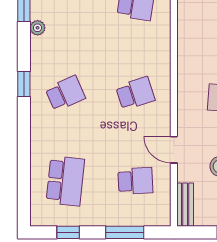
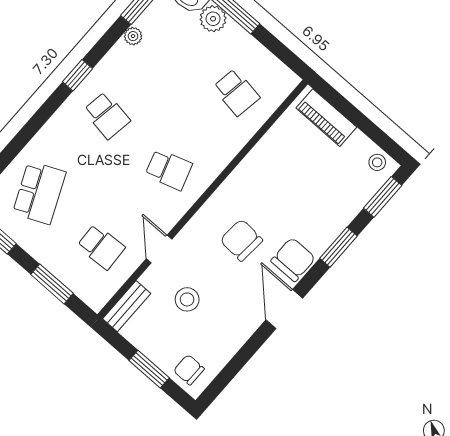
school desk: (65, 93) -> (107, 115), turned 33
school desk: (65, 181) -> (39, 193), turned -30

